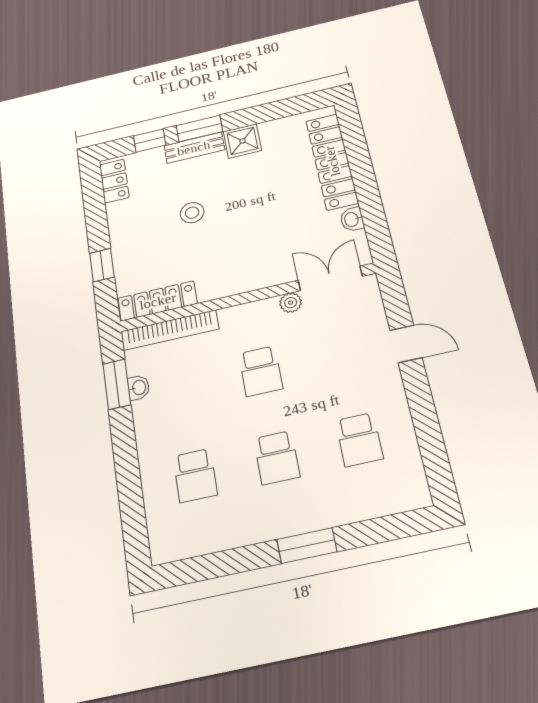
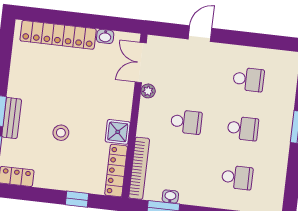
shower: (242, 141) -> (118, 132), moved

